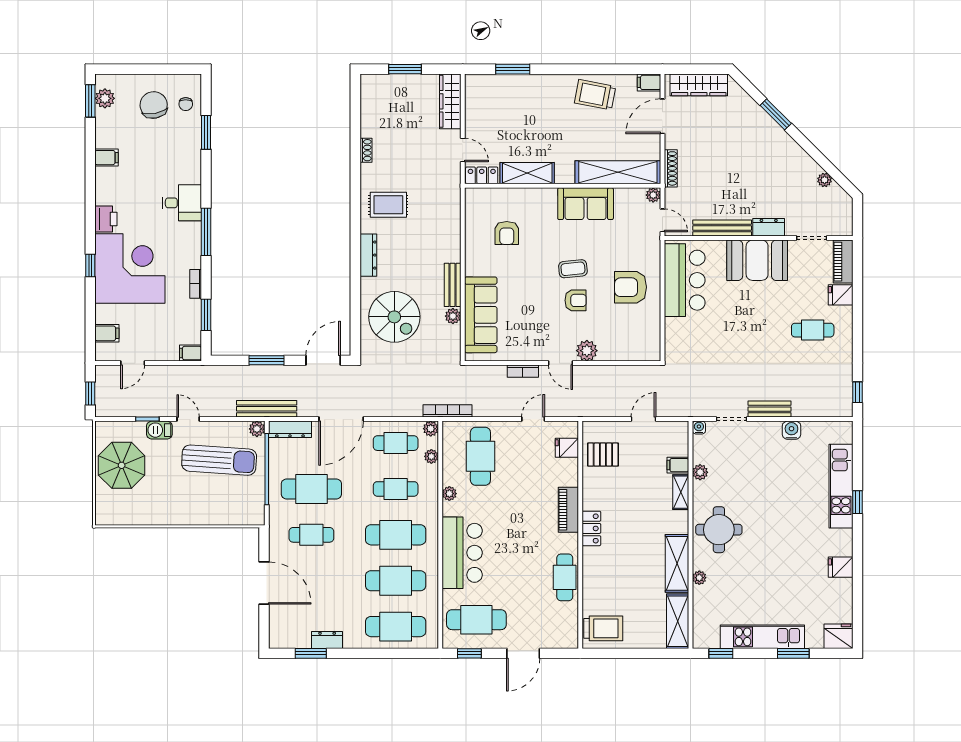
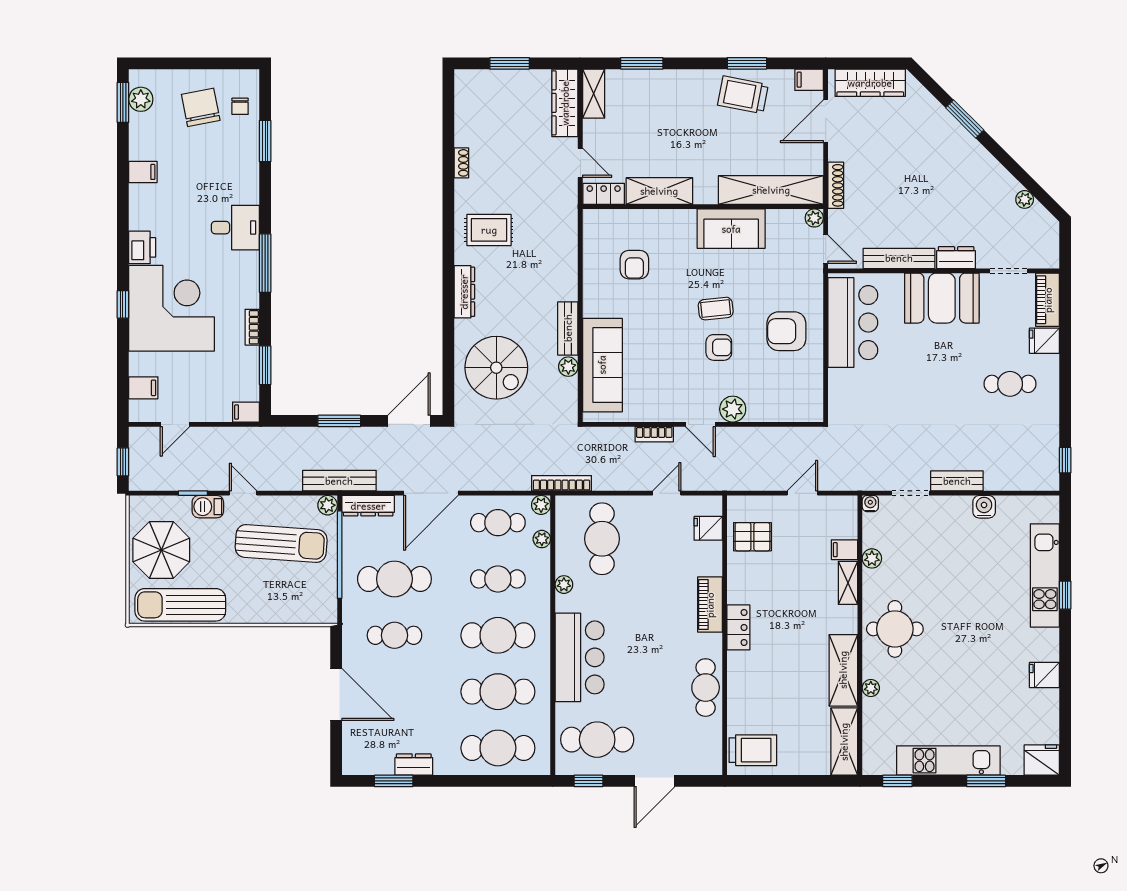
window: (598, 69) -> (747, 63), added
shelving: (474, 94) -> (594, 94), added
sun lounger: (137, 510) -> (180, 605), added

